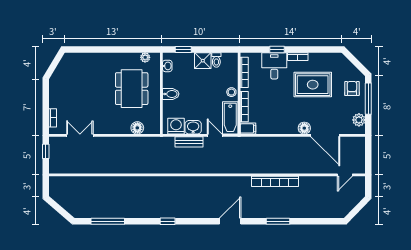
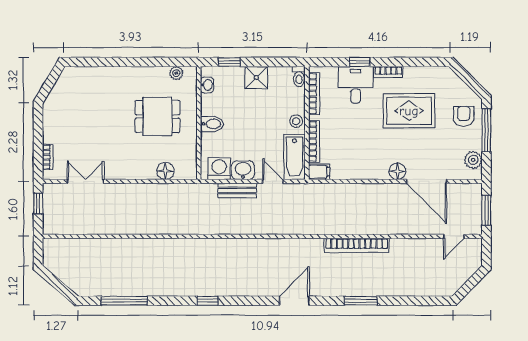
toilet: (216, 60) -> (299, 77), moved
dining table: (132, 89) -> (158, 116), width x0.73
window: (368, 156) -> (486, 210), added

